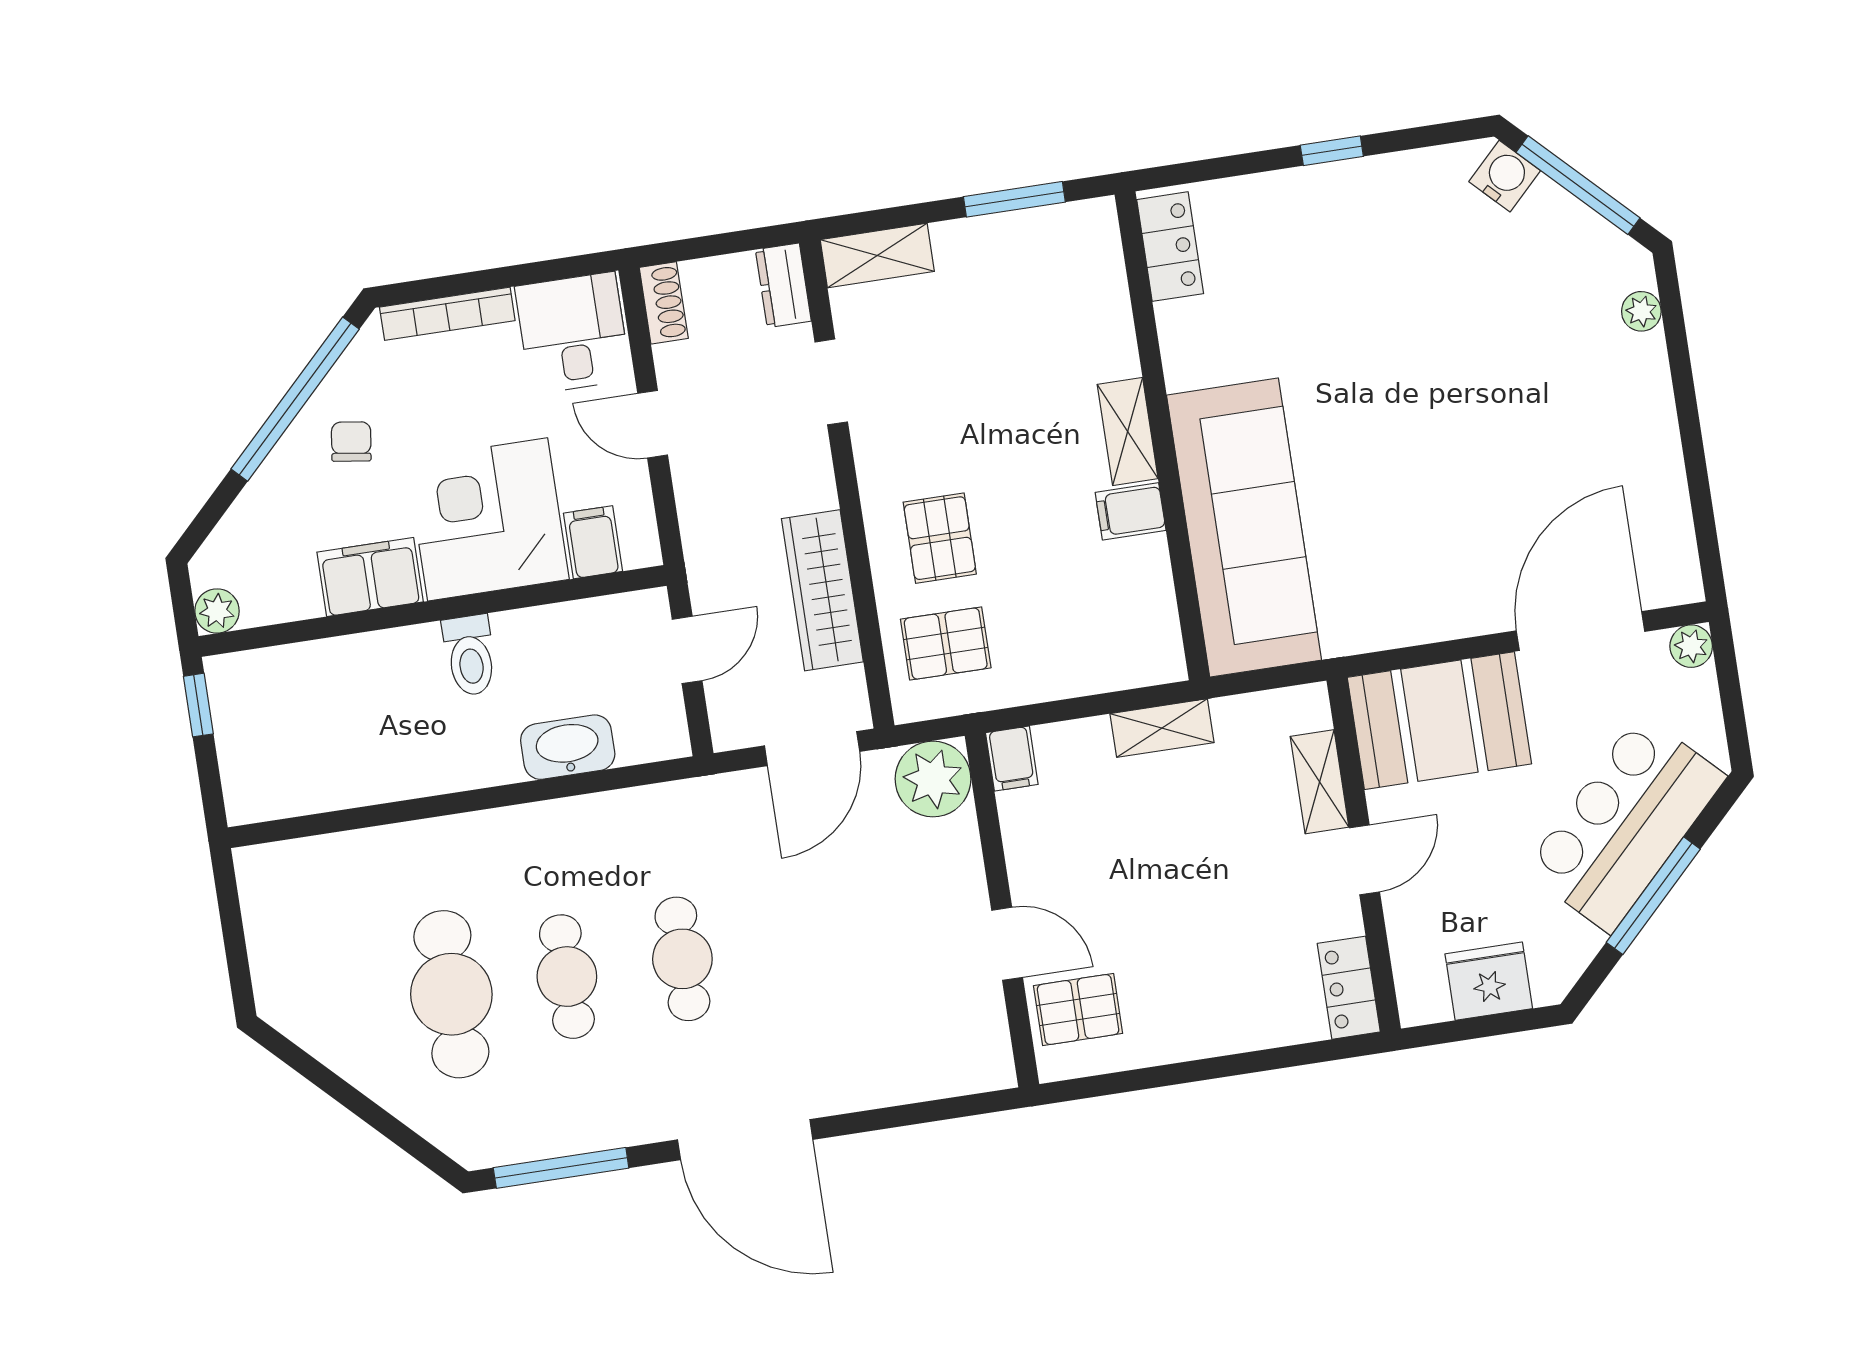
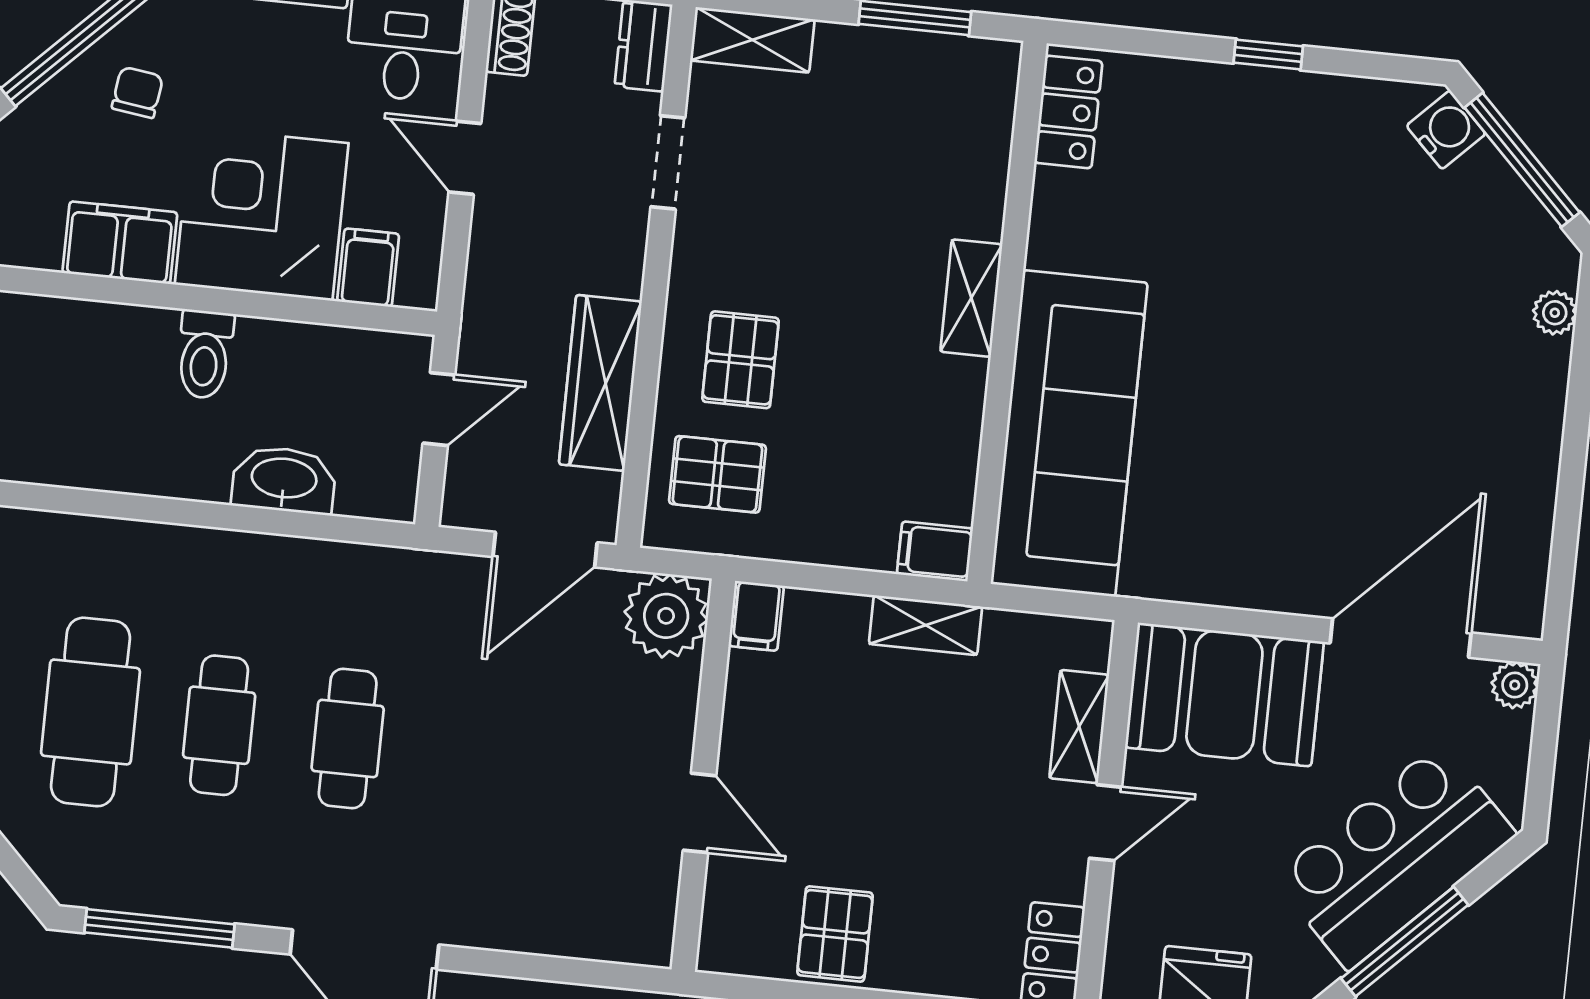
filing cabinet: (1131, 511) -> (935, 551), moved
pallet: (1078, 1010) -> (835, 934), moved, turned 90

